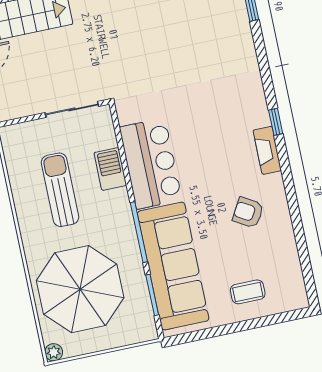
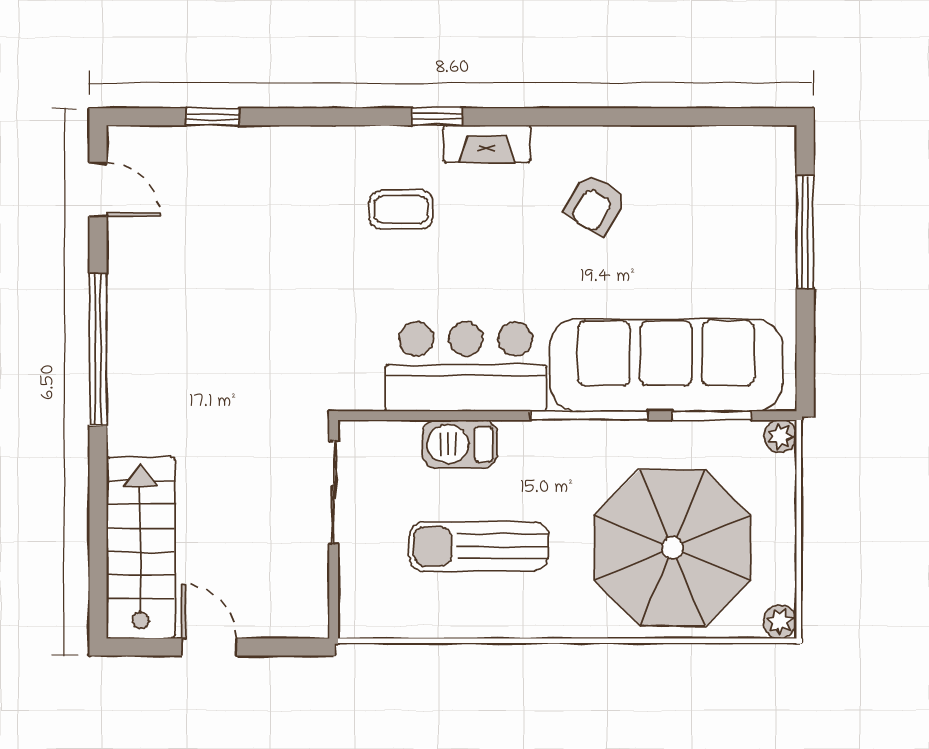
coffee table: (248, 292) -> (401, 210), moved, turned 90
window: (256, 323) -> (805, 232), added
plant: (149, 332) -> (780, 436), added

